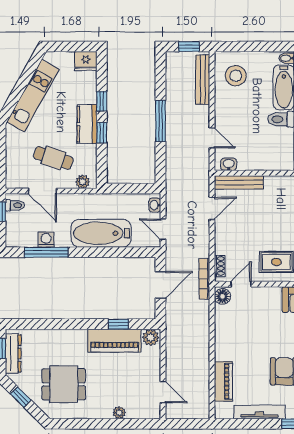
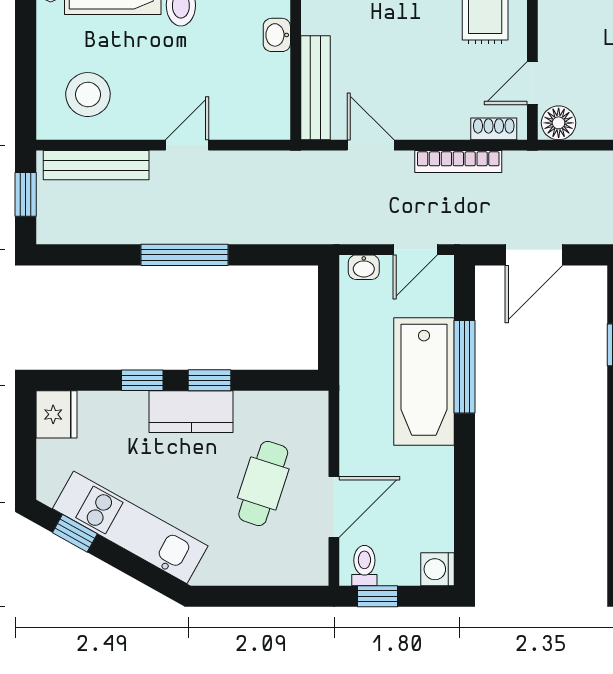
window: (30, 70) -> (75, 533), added
door: (212, 138) -> (187, 145), moved
washbasin: (229, 164) -> (277, 35), moved
plant: (83, 182) -> (314, 421), removed
washing machine: (46, 240) -> (437, 569), moved
window: (46, 252) -> (464, 367), moved
bookcase: (204, 279) -> (458, 161), moved
door: (241, 284) -> (532, 83), hinge flipped
door: (161, 285) -> (534, 255), swing flipped

